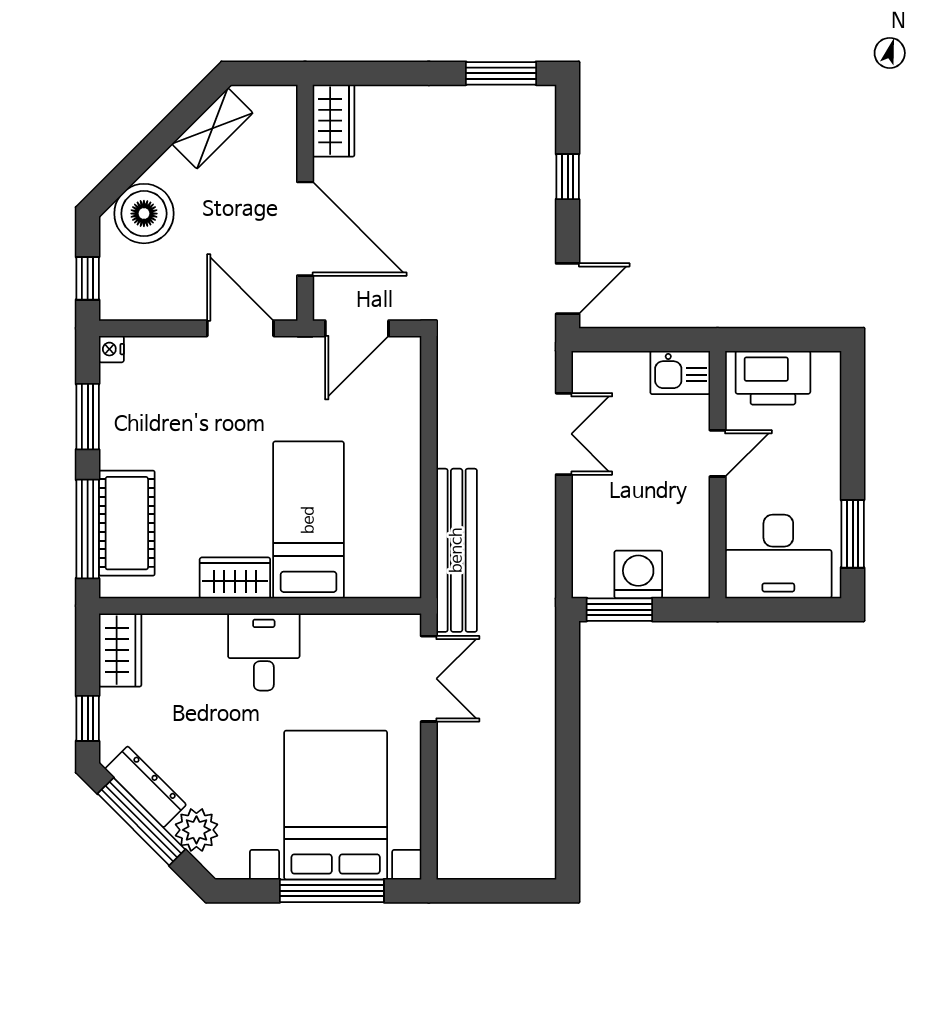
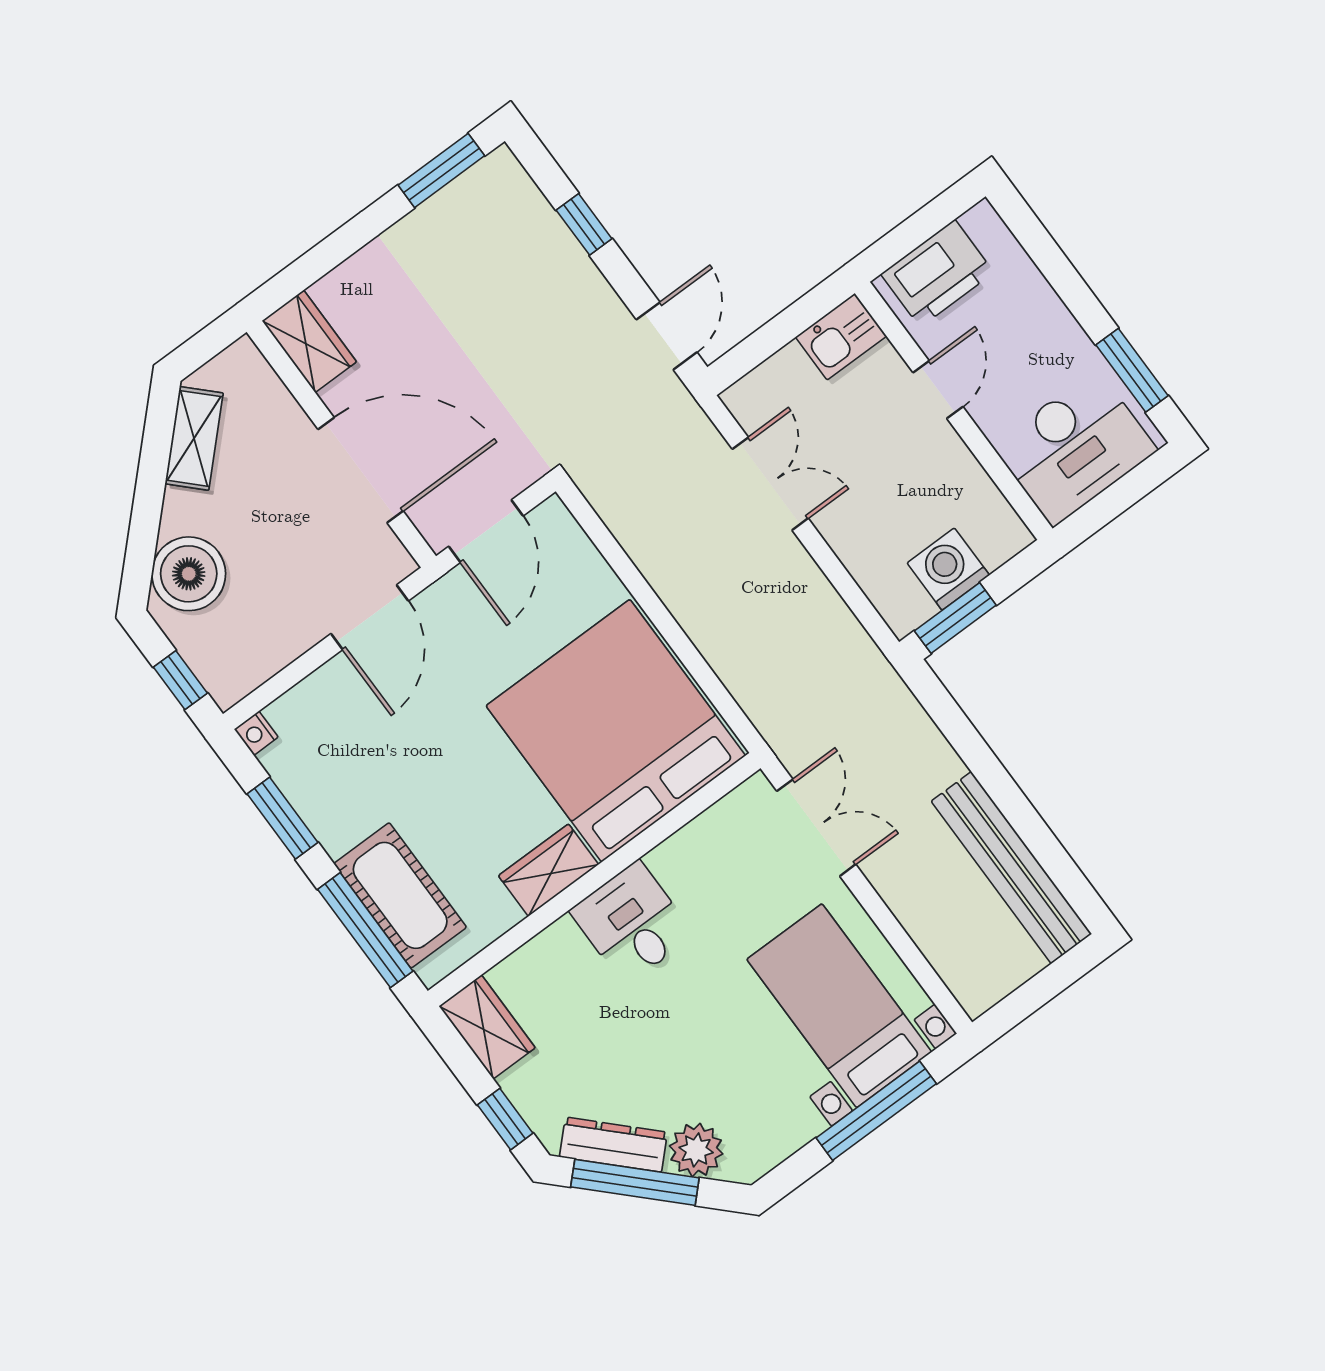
door: (240, 328) -> (370, 617), swing flipped
bed: (309, 520) -> (616, 731), width x2.04
bench: (457, 550) -> (1011, 868), moved
bed with nightstands: (336, 805) -> (839, 1006), width x0.73

